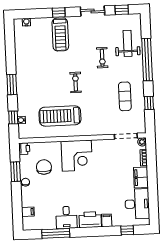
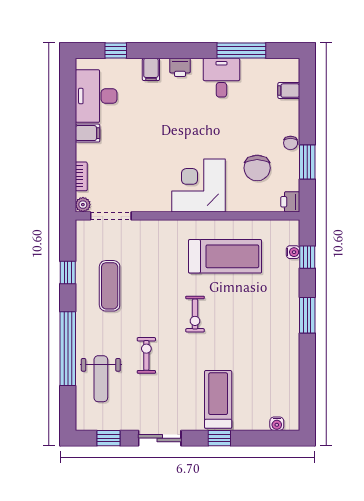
filing cabinet: (141, 177) -> (88, 133), width x0.50
printer: (90, 220) -> (180, 67), width x0.53, depth x0.68

